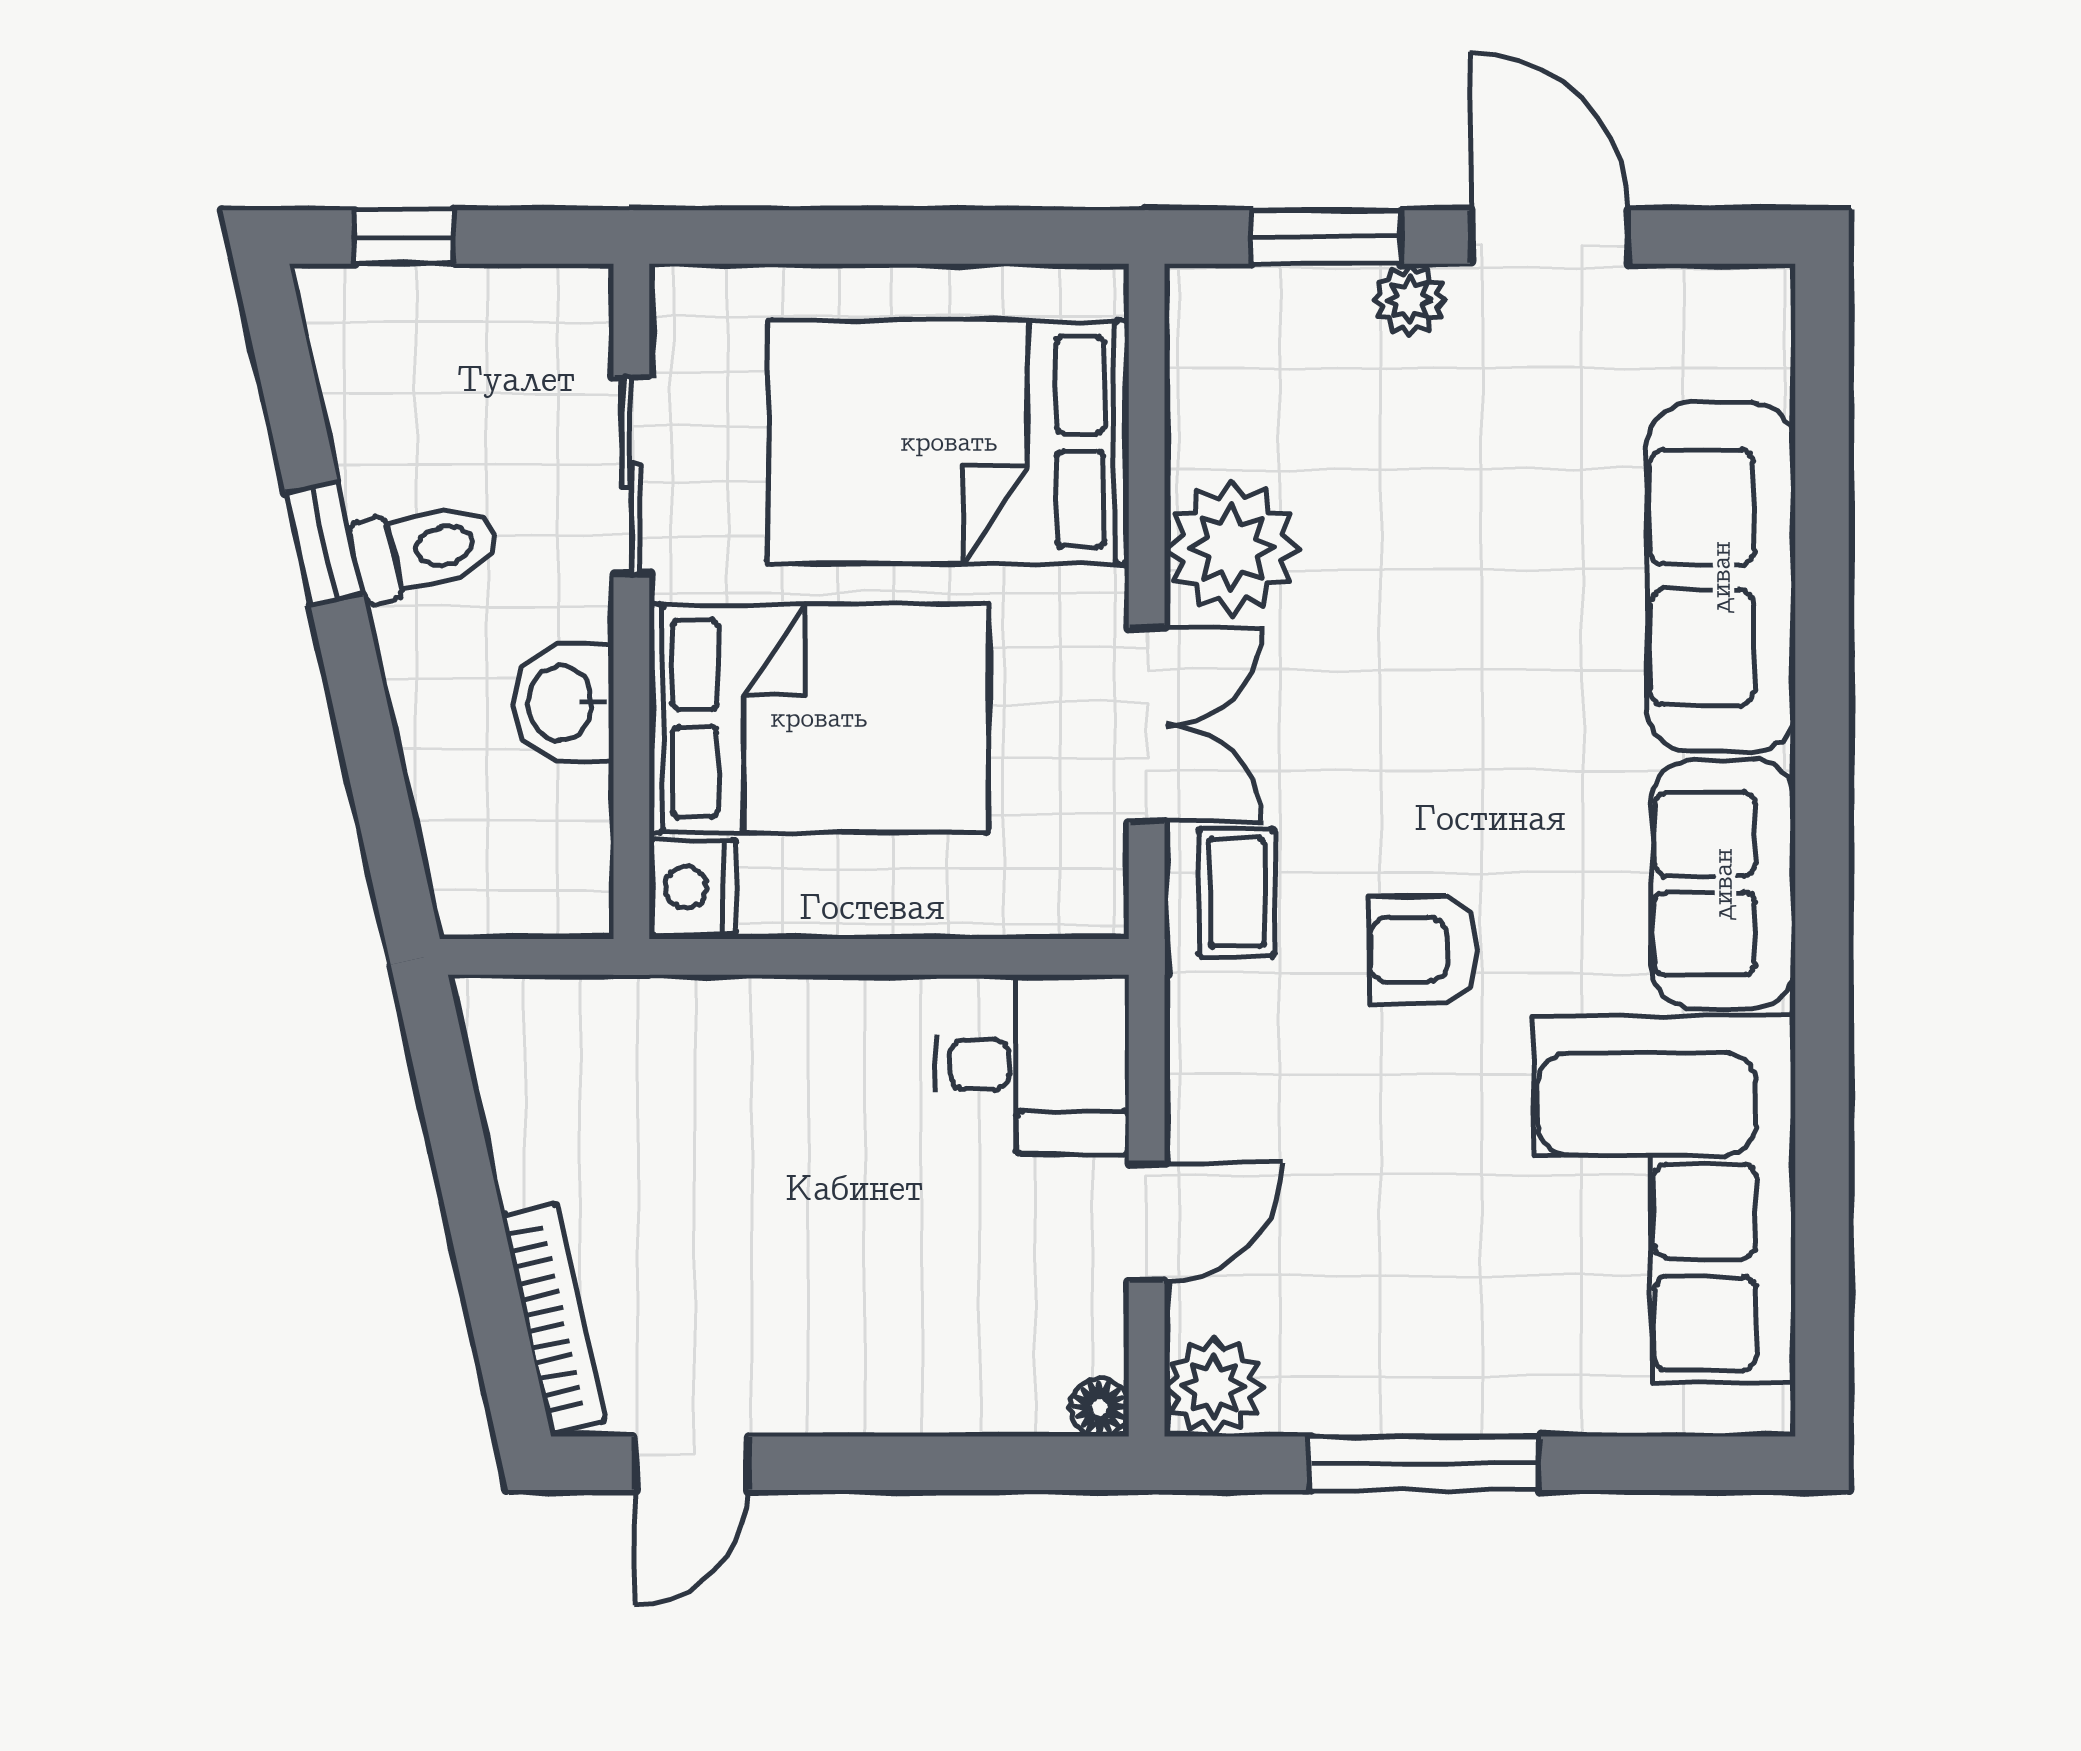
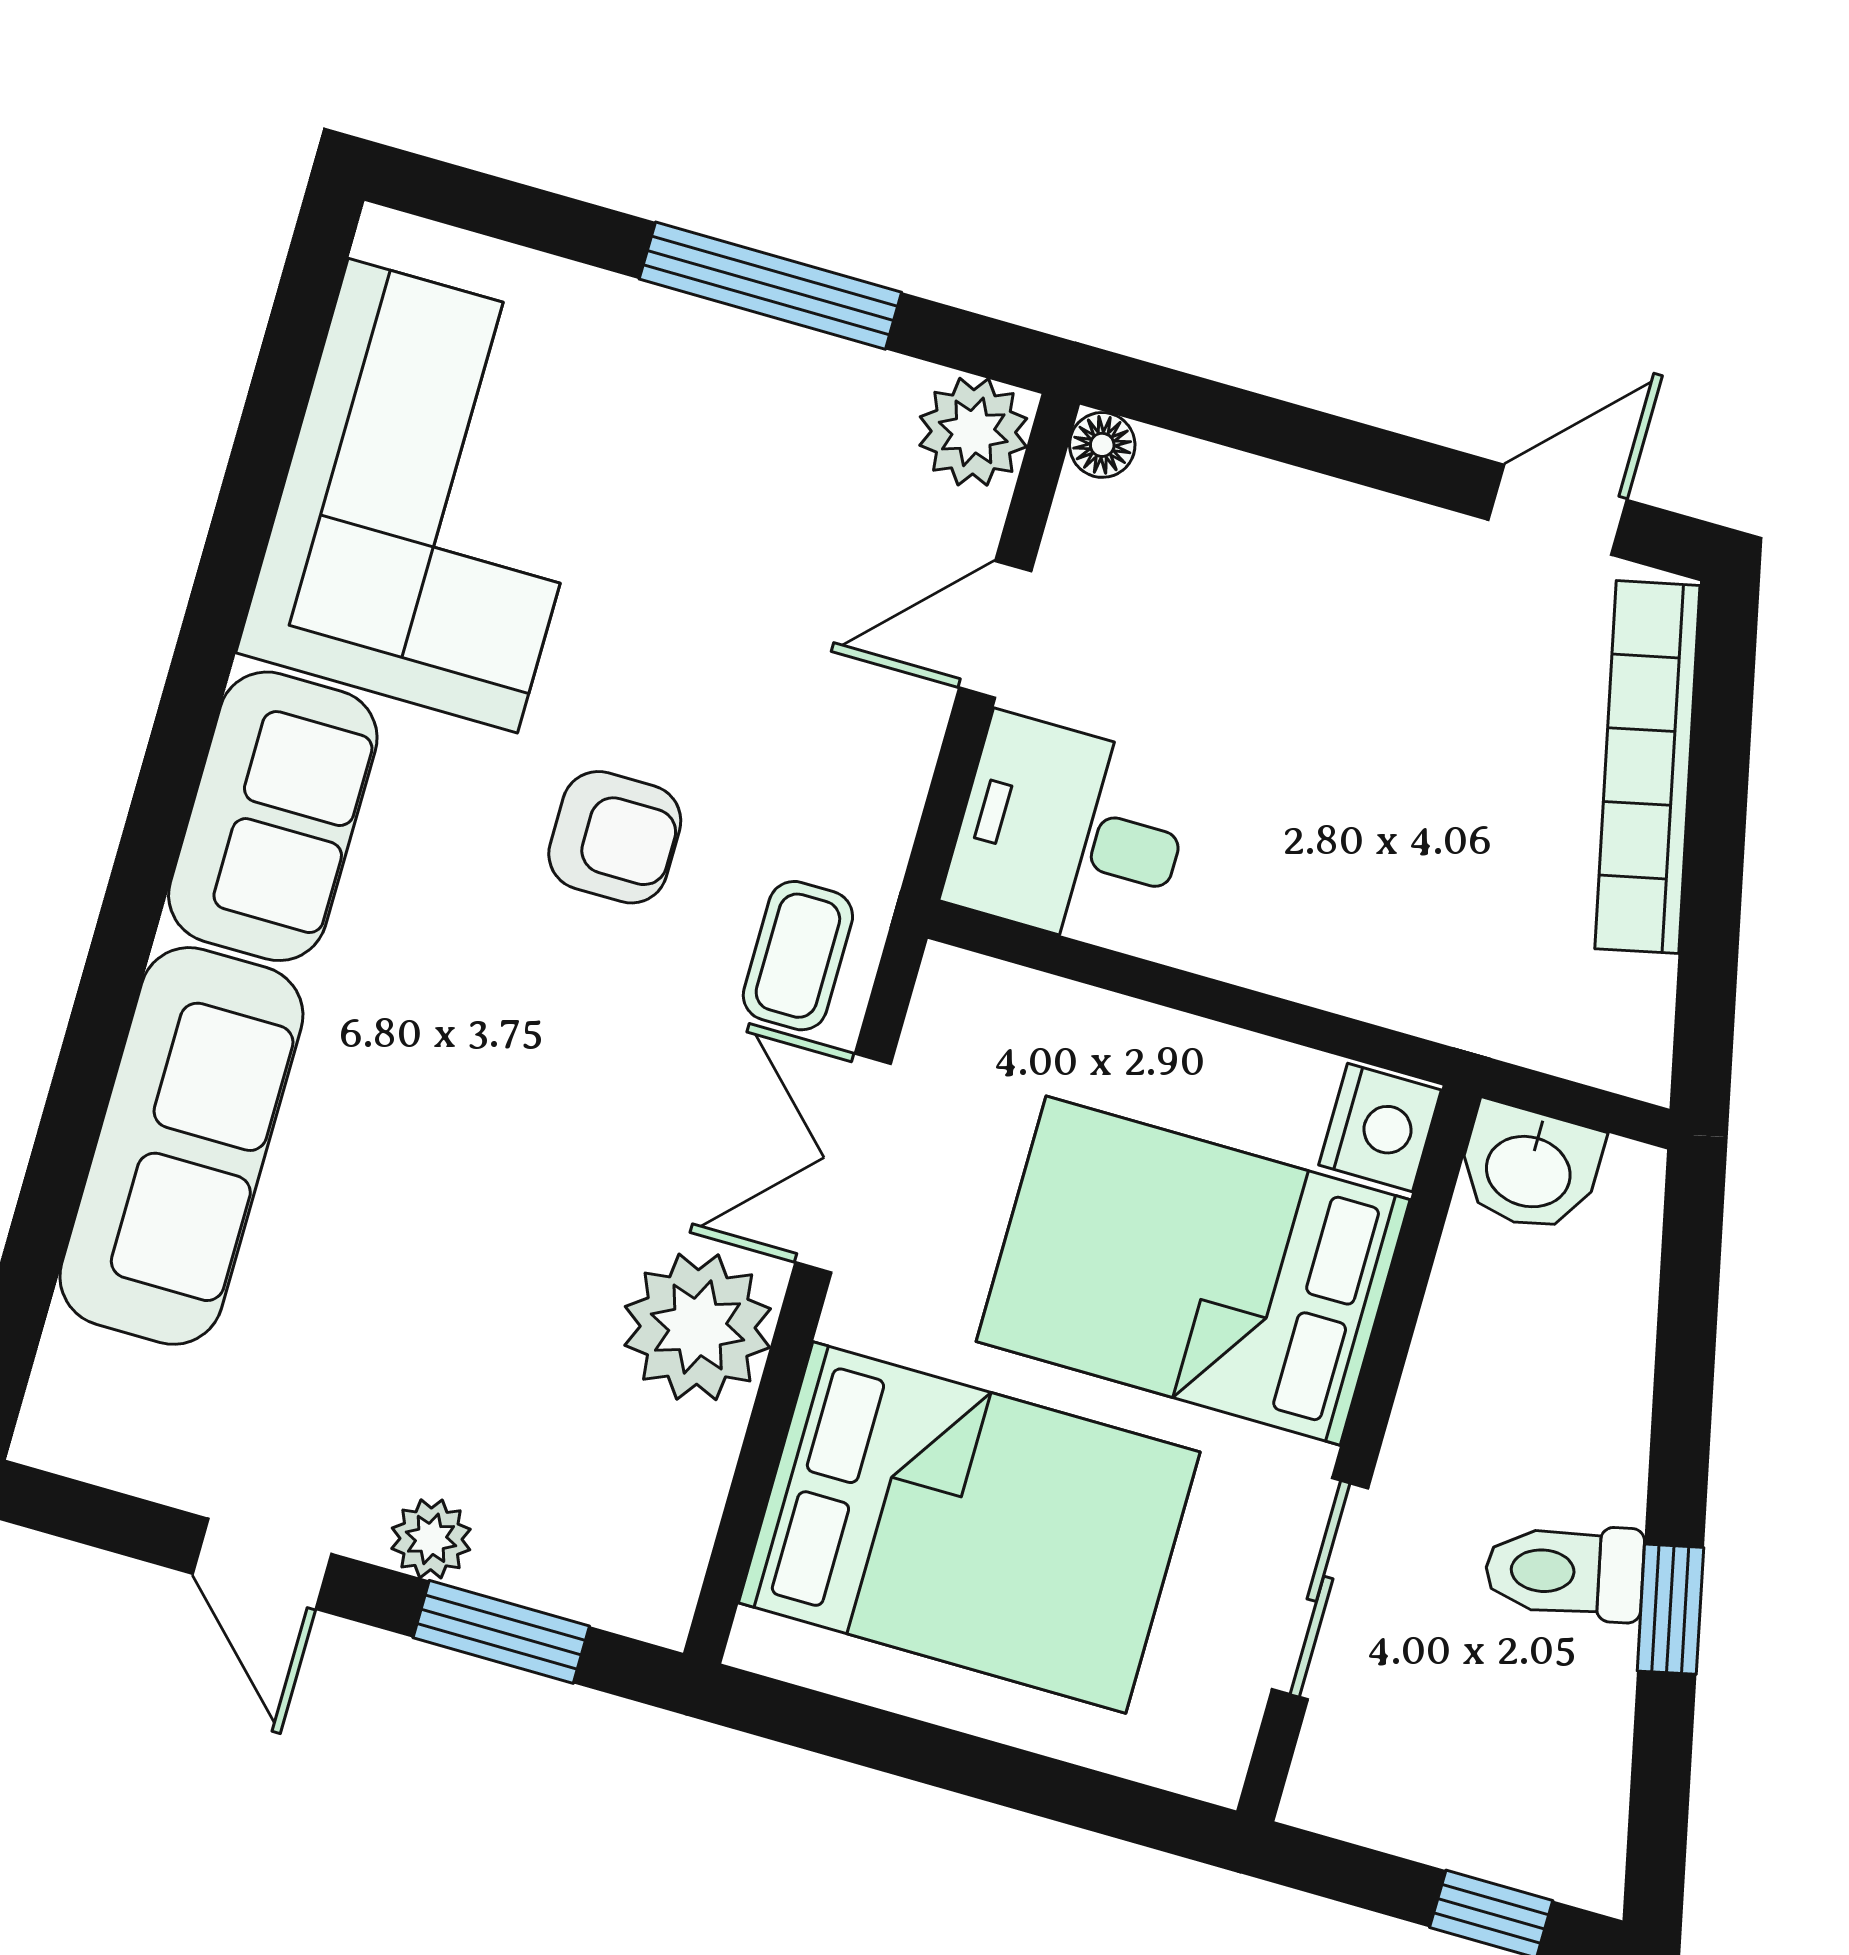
door: (1549, 237) -> (262, 1564), width x0.73
washbasin: (563, 703) -> (1529, 1168), moved, turned 90
bookcase: (554, 1318) -> (1647, 767), width x1.48, depth x1.31

